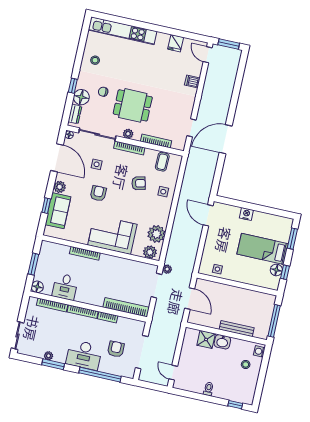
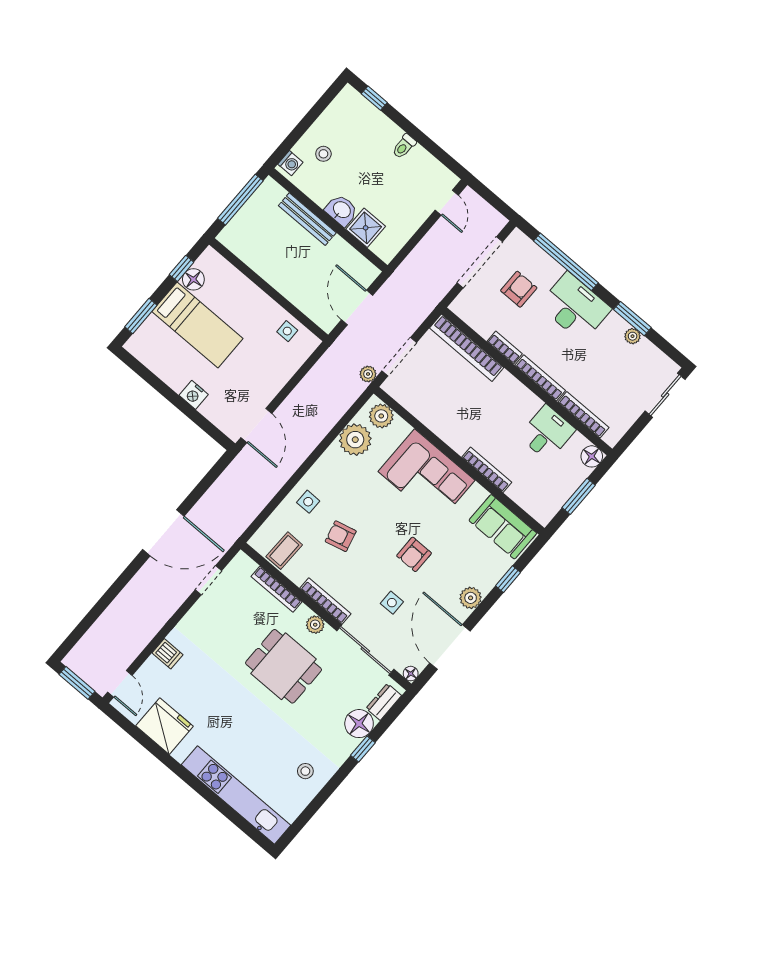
fridge: (176, 43) -> (165, 726), width x1.88, depth x1.34
chair: (103, 92) -> (319, 714), removed
sofa: (58, 211) -> (503, 527), moved, turned -90
armchair: (116, 349) -> (519, 289), turned 180

